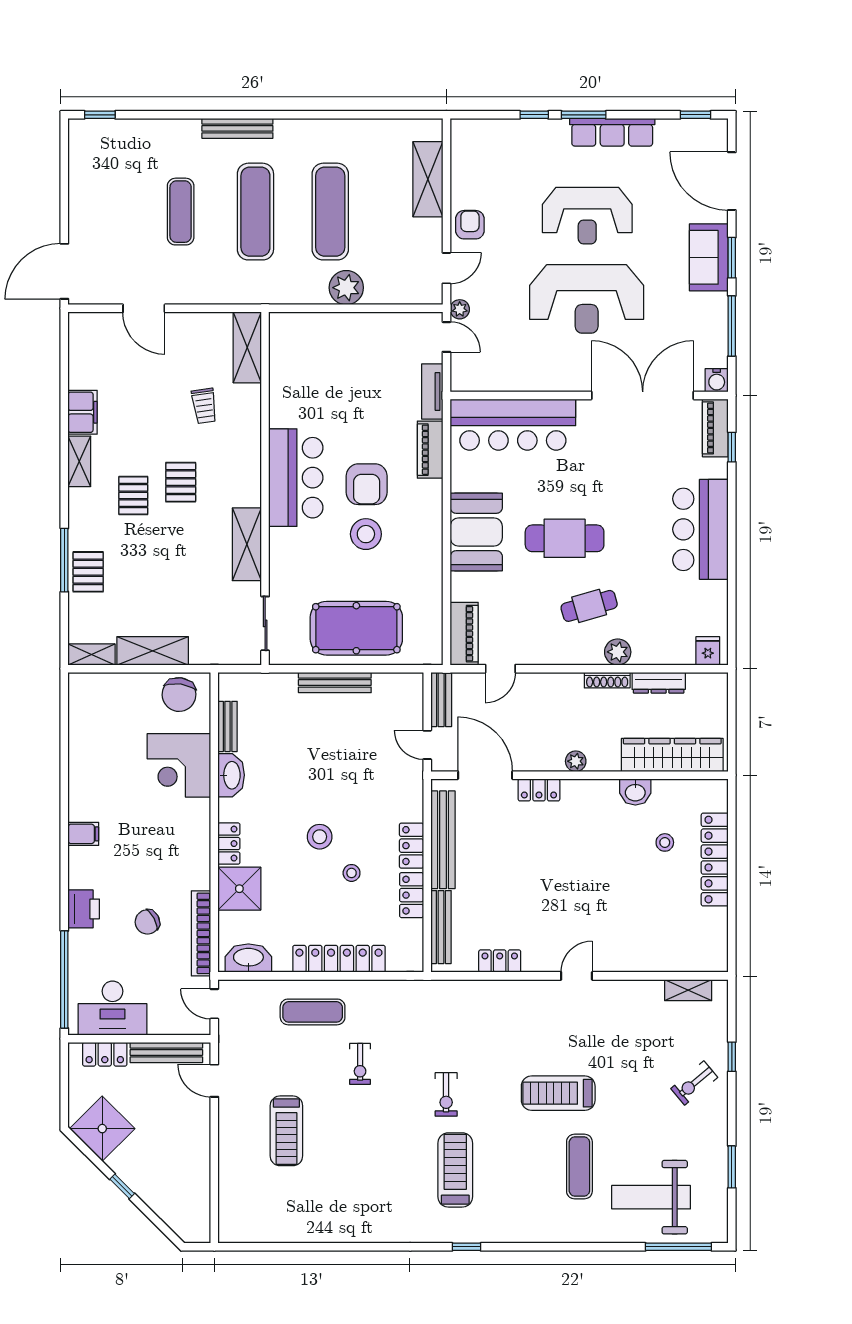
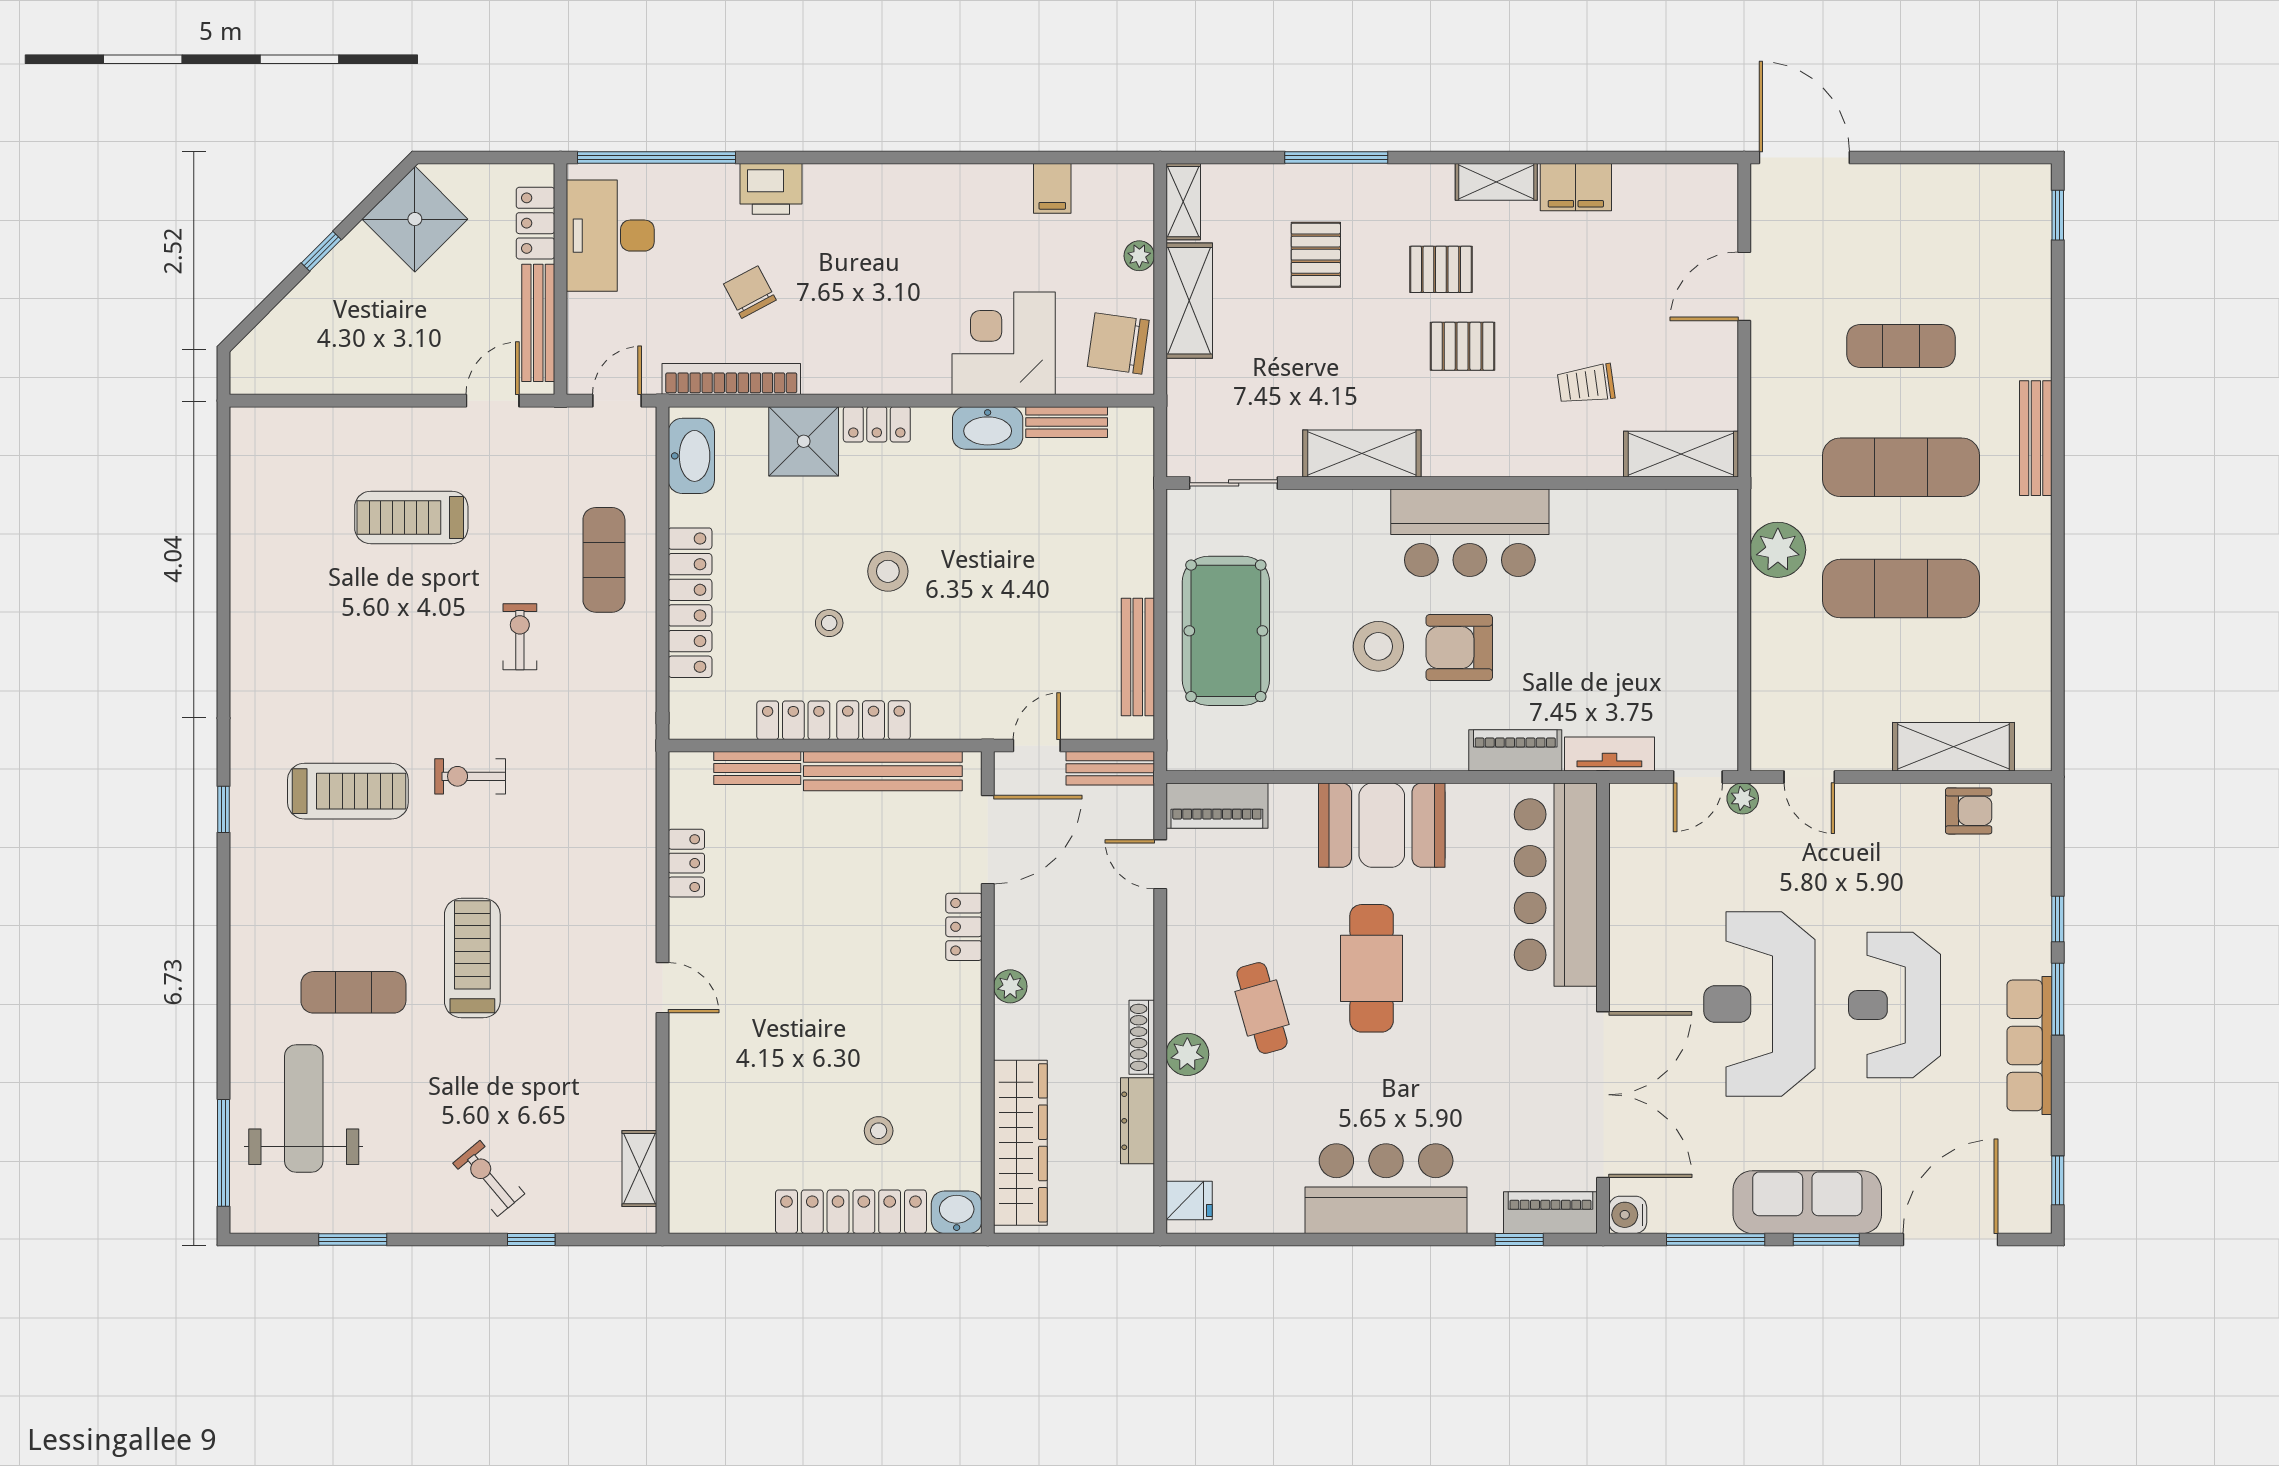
armchair: (470, 225) -> (1969, 811), moved
sofa: (709, 257) -> (1807, 1202), width x1.36
plant: (346, 288) -> (1778, 550), moved
pallet: (88, 572) -> (1316, 255), moved, turned 90
plant: (125, 682) -> (1139, 256), added
bench: (335, 683) -> (1138, 657), moved
washbasin: (635, 792) -> (957, 1212), moved, turned 90
filing cabinet: (83, 834) -> (1052, 188), moved
bench: (441, 927) -> (757, 768), width x0.73
exercise bike: (360, 1064) -> (520, 637), turned 90

